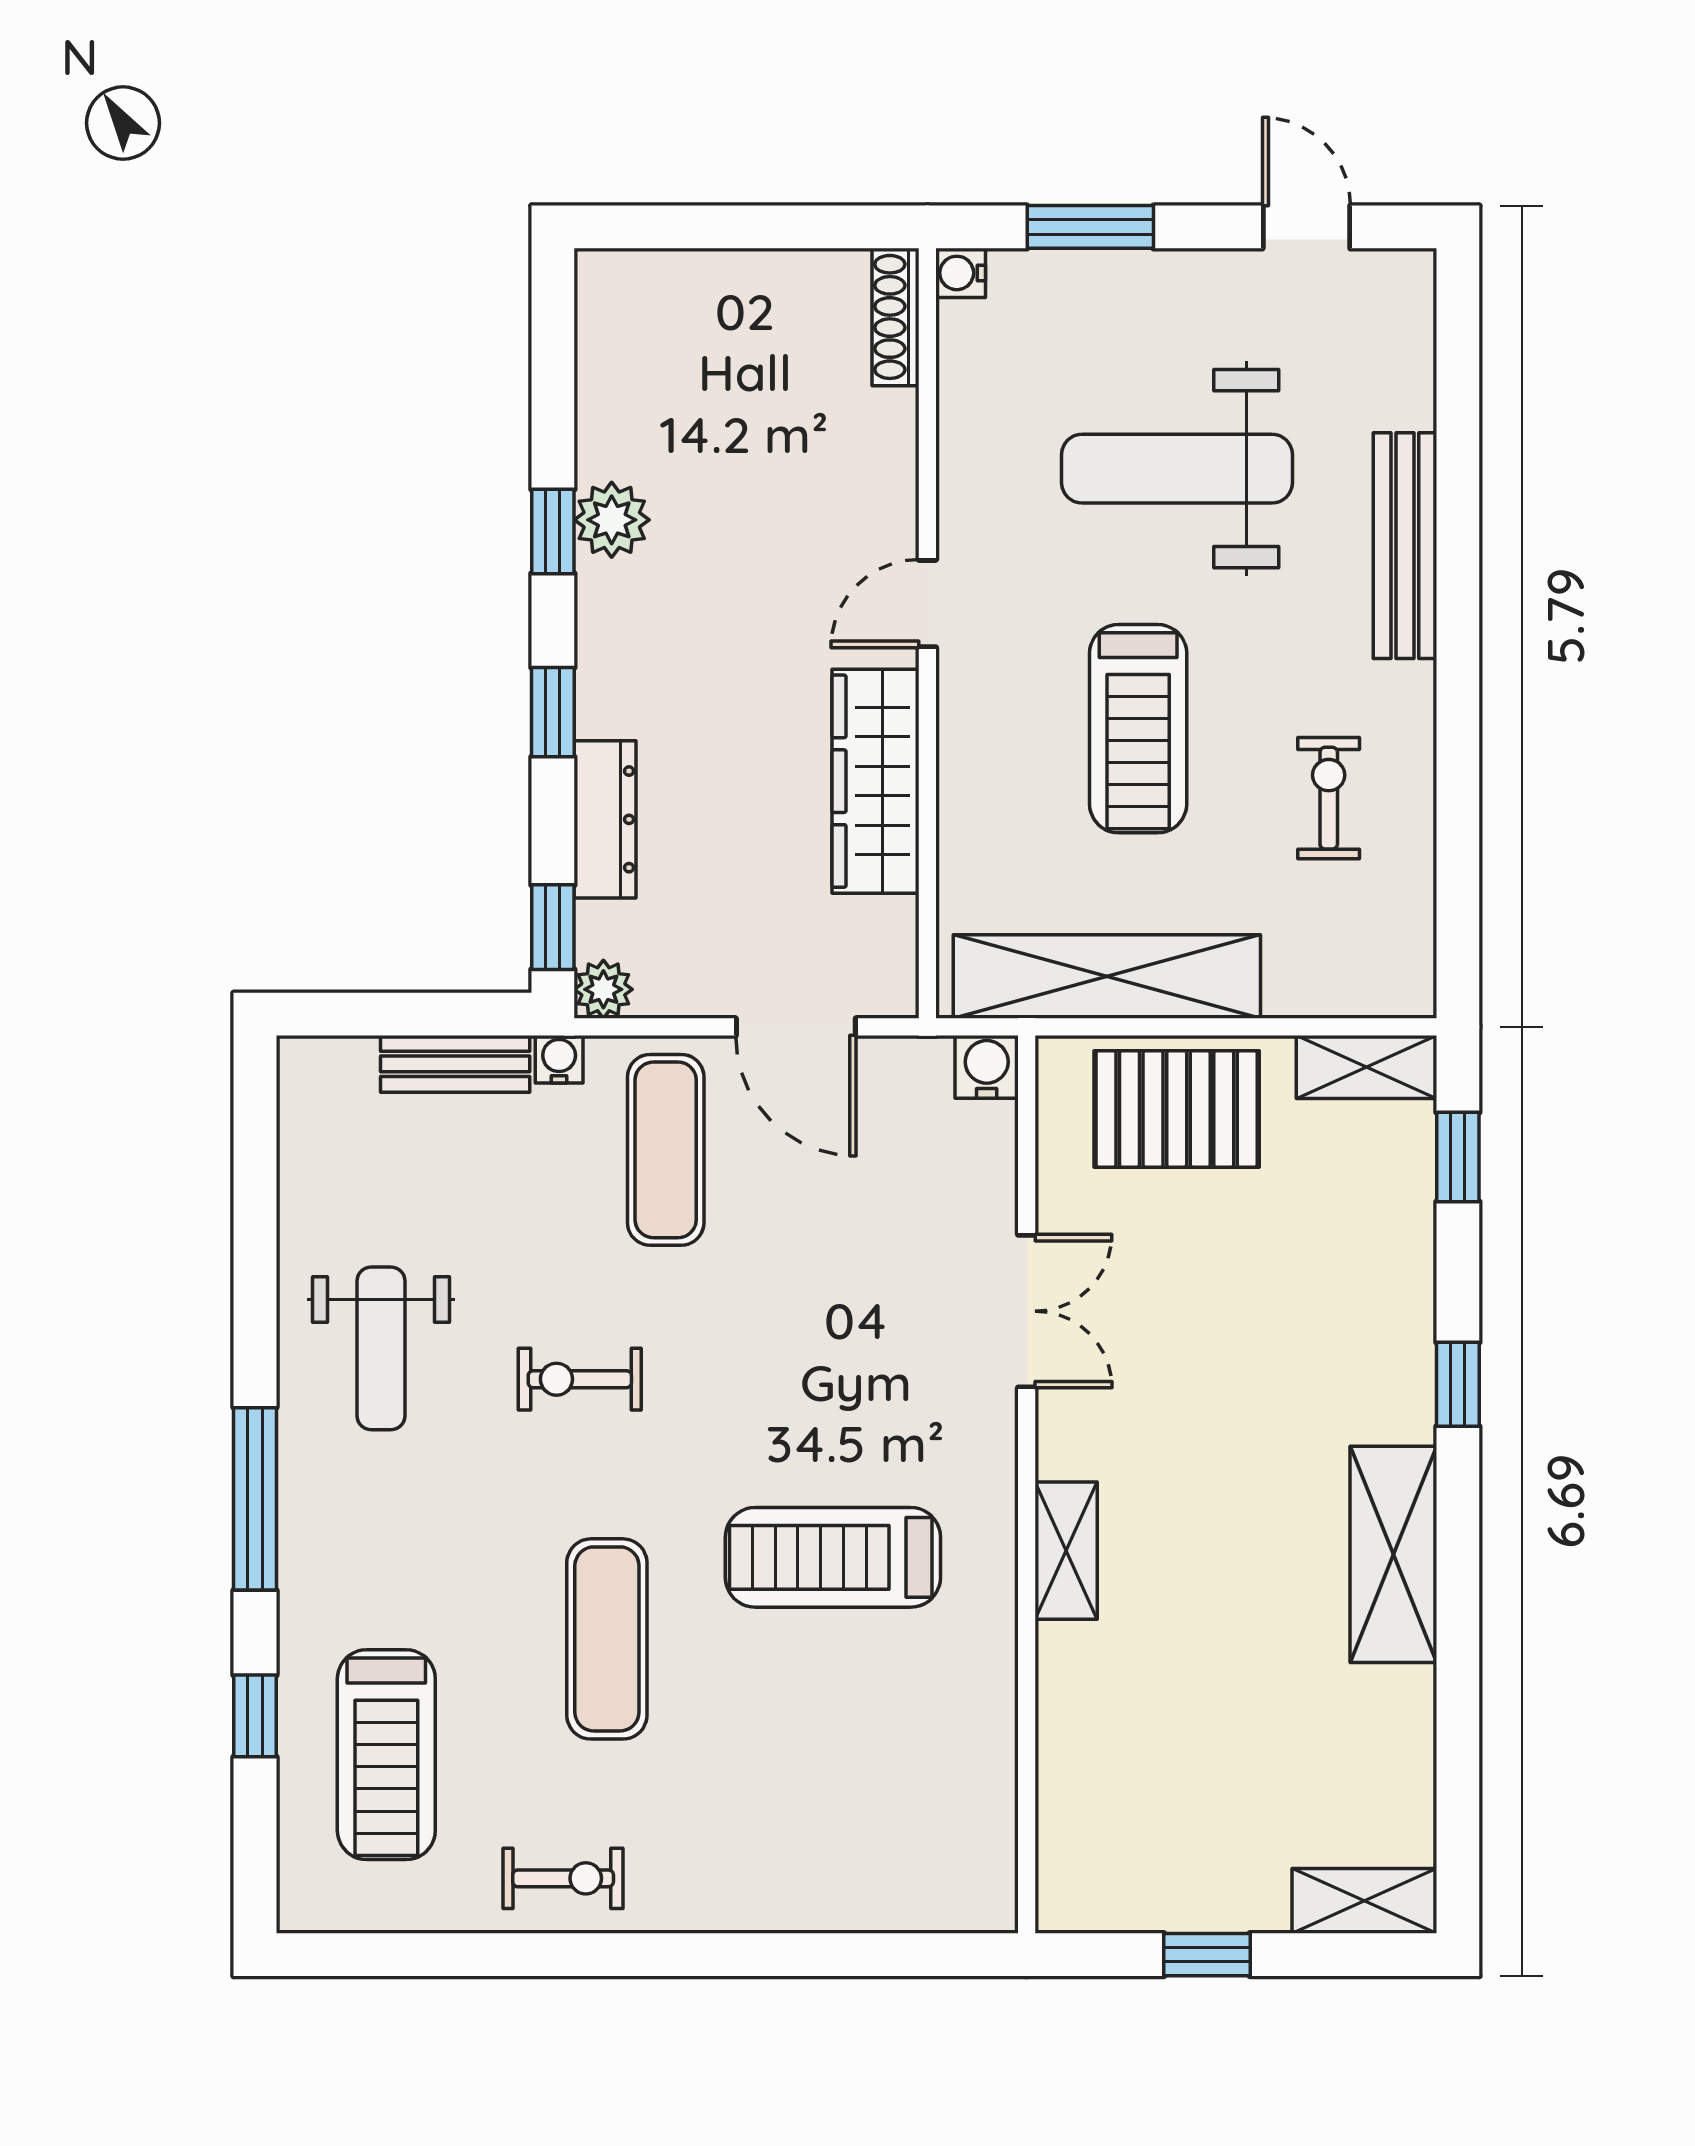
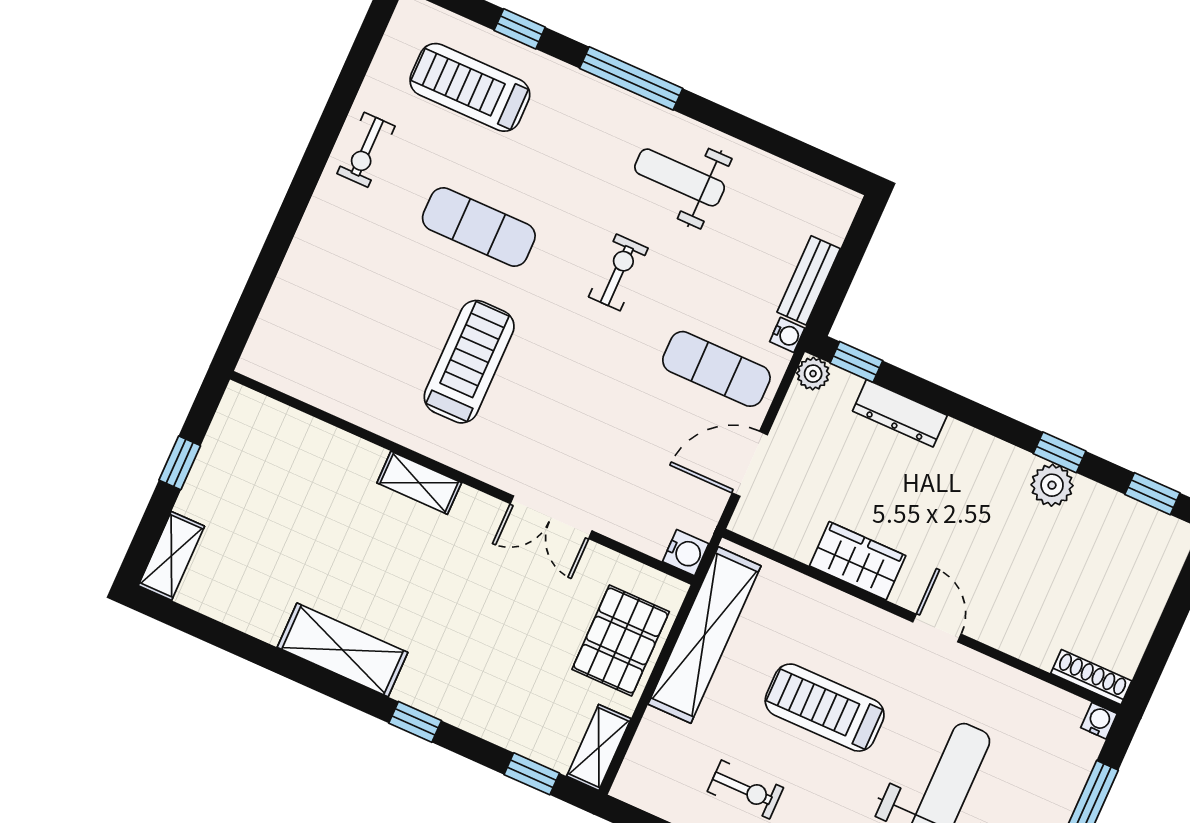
window: (553, 712) -> (1152, 494), moved
wardrobe: (875, 781) -> (858, 561), width x0.67

